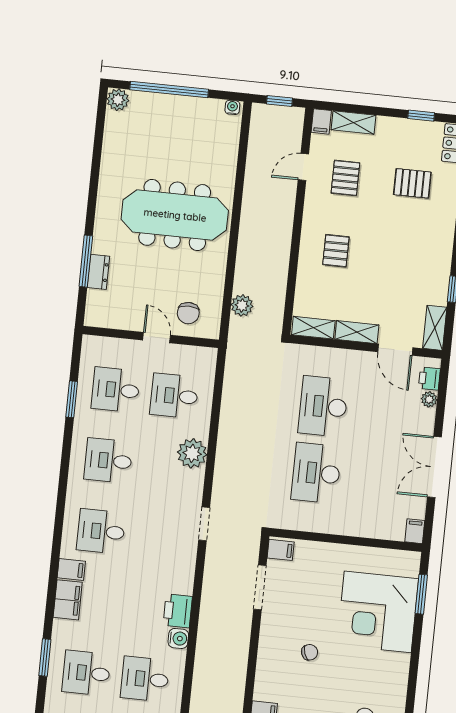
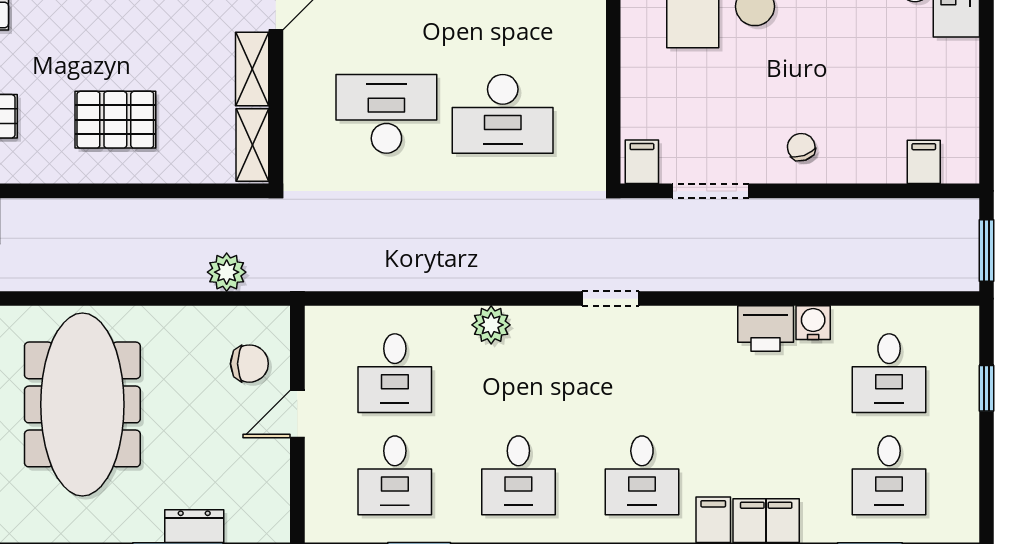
pallet: (336, 251) -> (115, 120), width x1.50, depth x1.42
desk: (323, 406) -> (386, 114), turned 180
plant: (192, 453) -> (491, 325), width x0.73, depth x0.73
chair: (310, 652) -> (801, 147), moved

